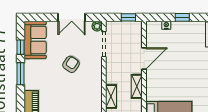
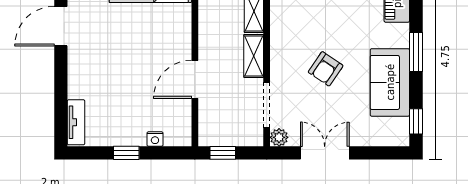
sofa: (35, 40) -> (390, 82), moved
window: (21, 47) -> (416, 121), moved
shelving: (137, 86) -> (254, 56), moved

